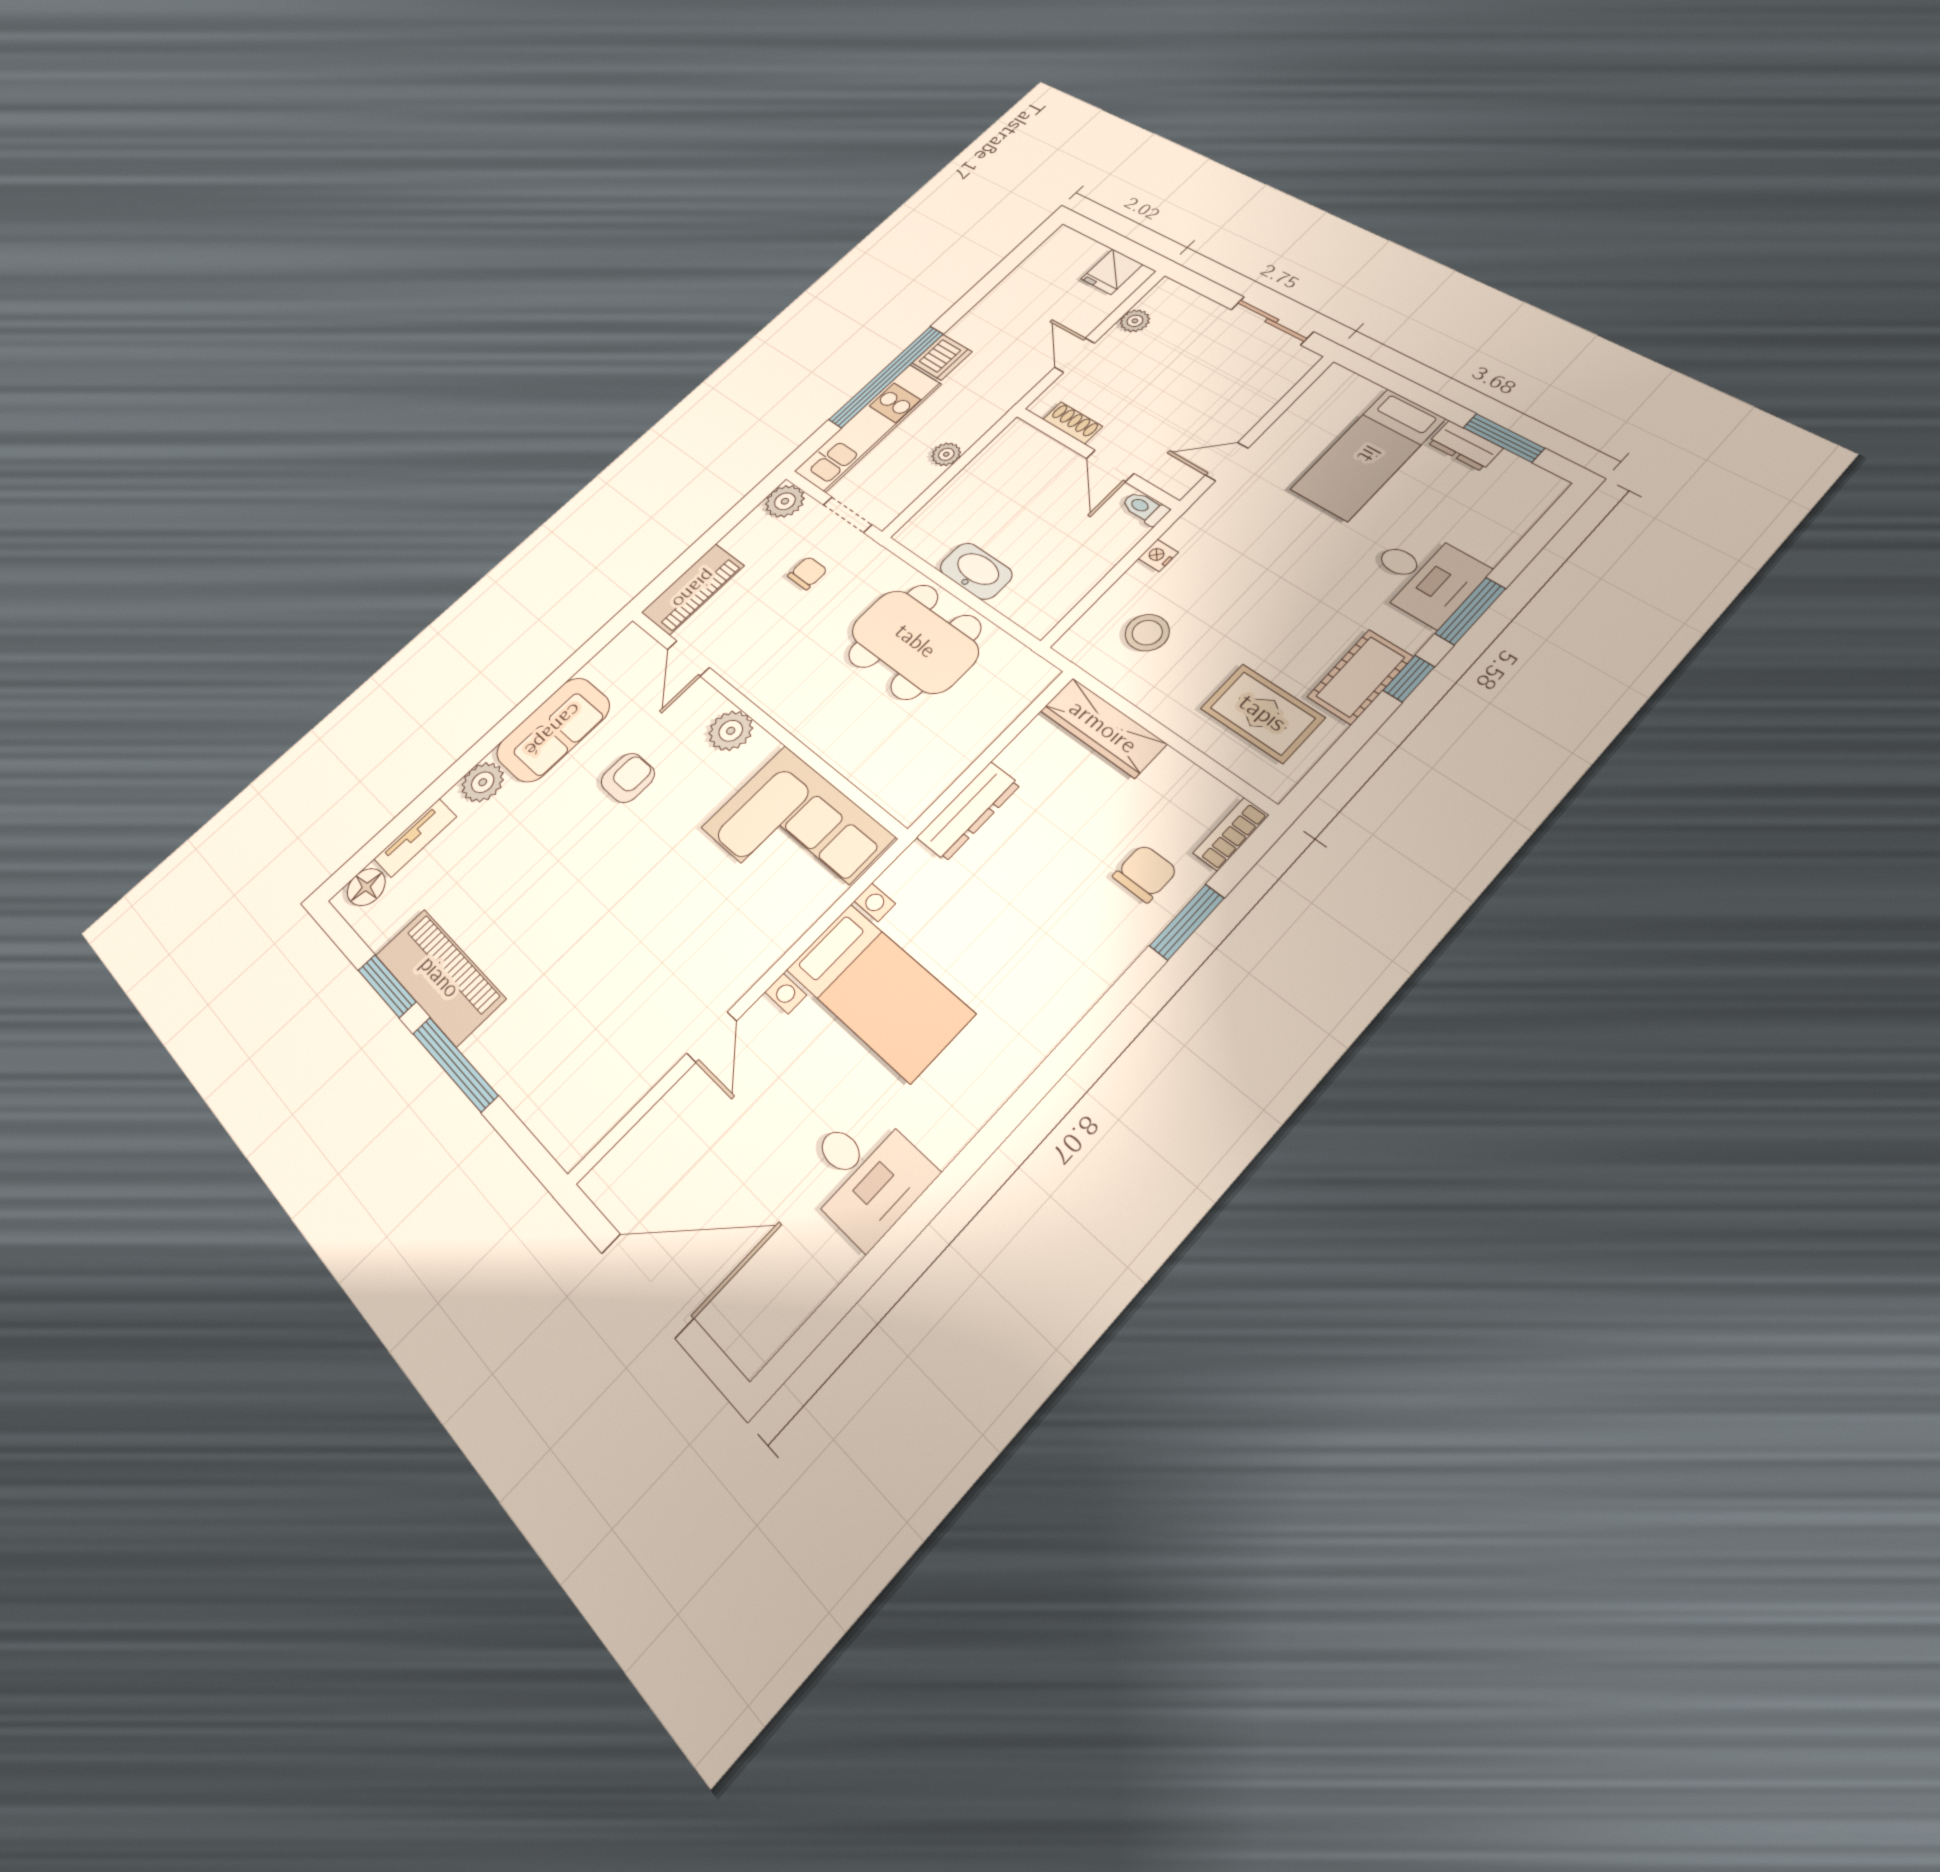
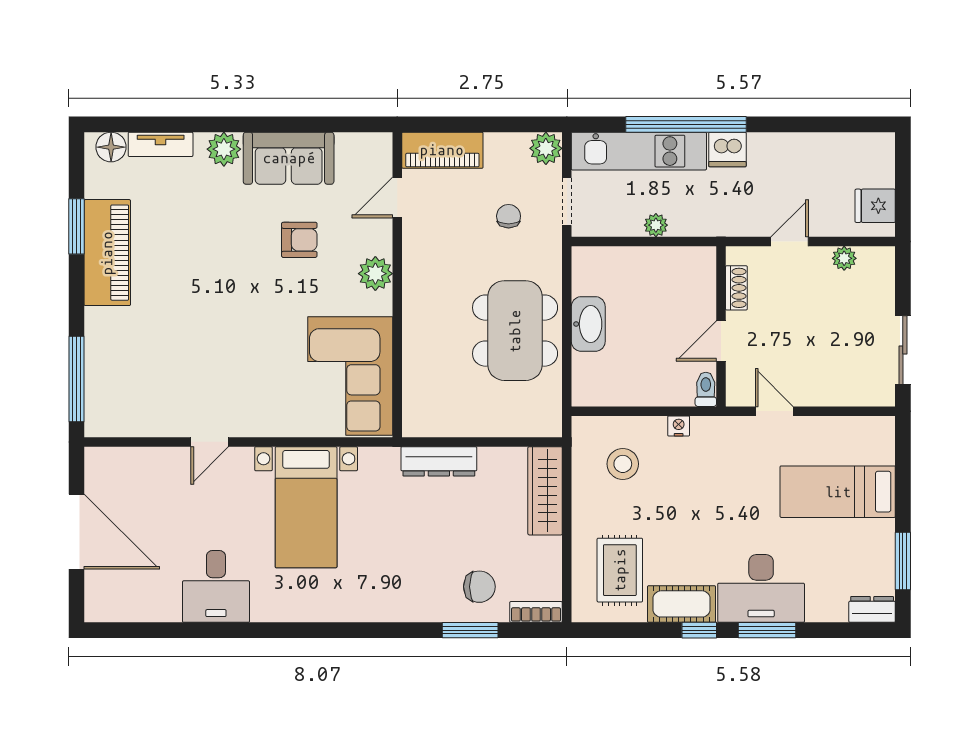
dresser: (1465, 446) -> (872, 609), moved, turned 90
chair: (807, 573) -> (509, 216), turned -90
desk: (1424, 576) -> (761, 588), width x1.37
window: (455, 1064) -> (76, 379), moved

